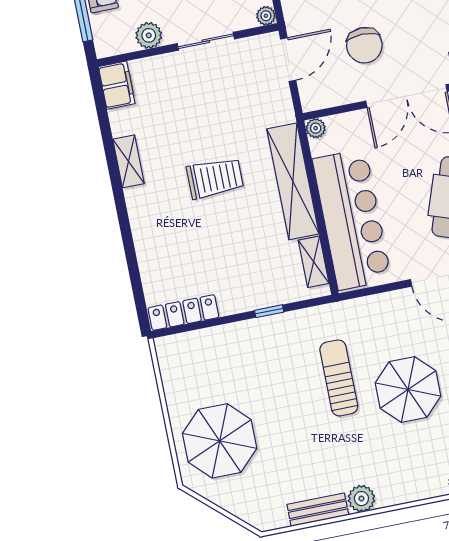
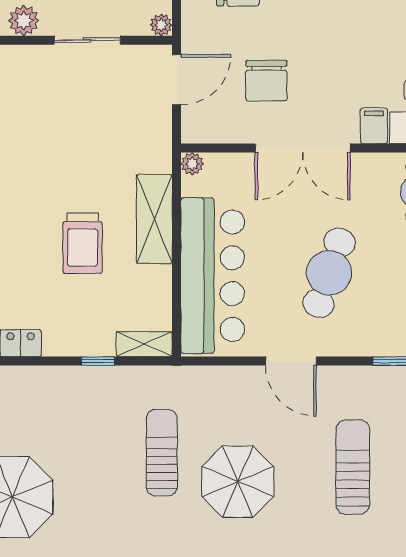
trolley: (215, 178) -> (83, 243), moved, turned 90
shelving: (293, 181) -> (154, 219), width x0.68
shelving: (314, 262) -> (144, 344), moved, turned 90

